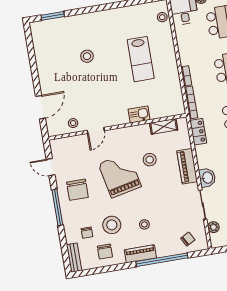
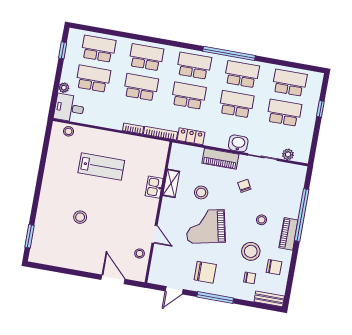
shelving: (164, 126) -> (171, 183), moved
chair: (188, 239) -> (244, 186), moved

